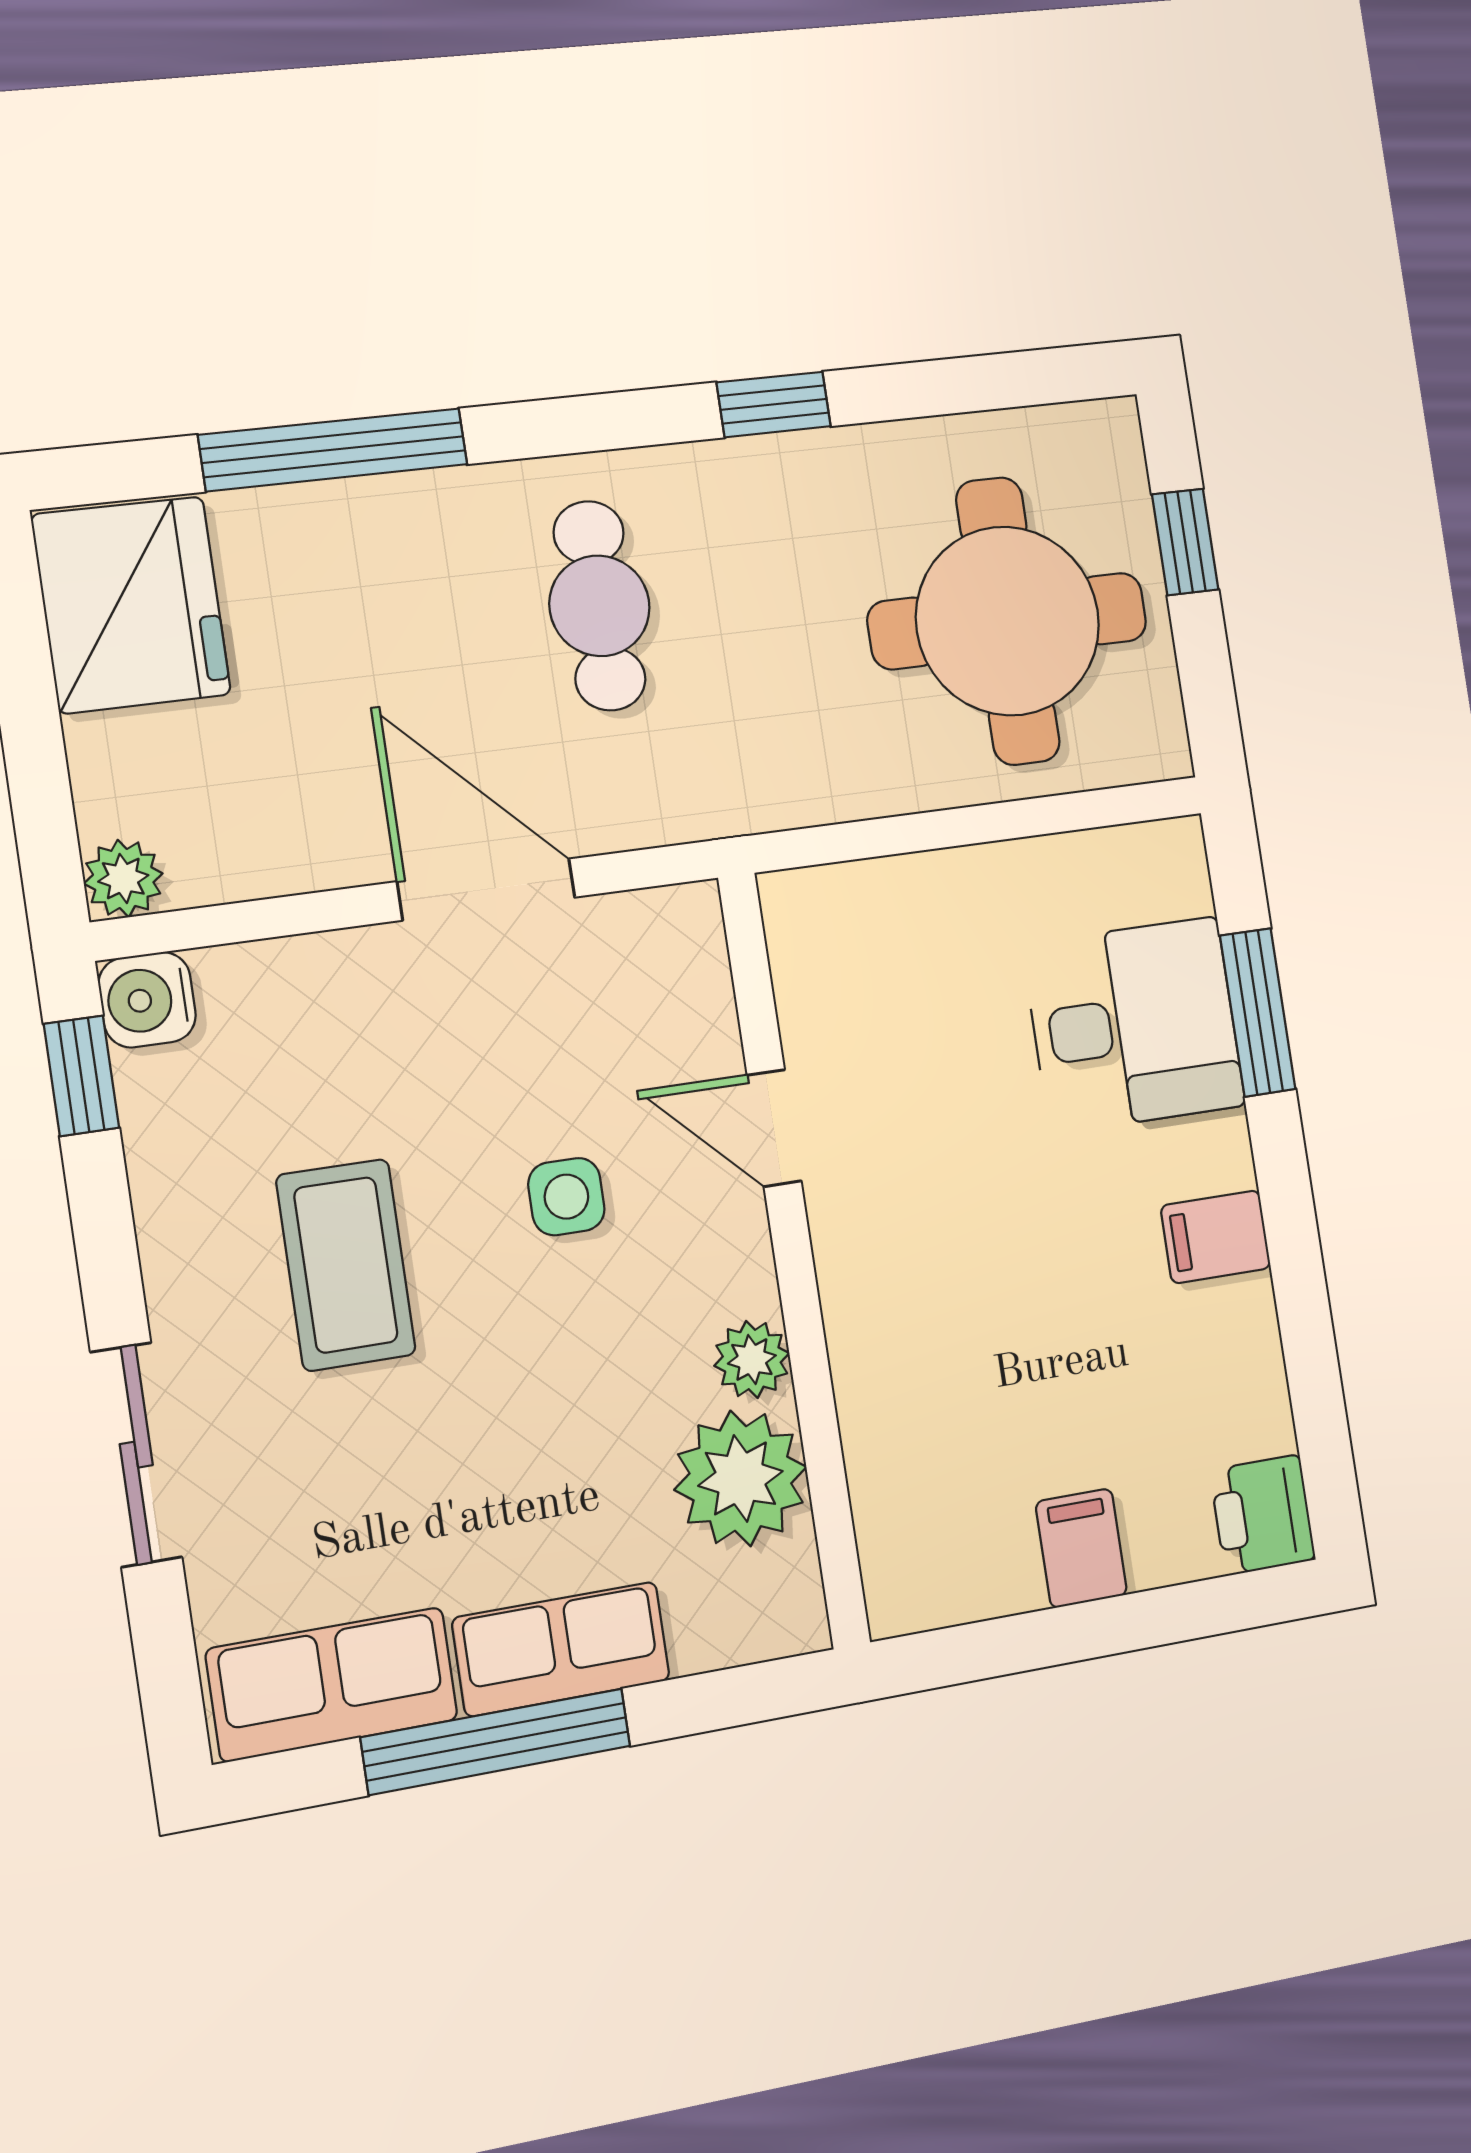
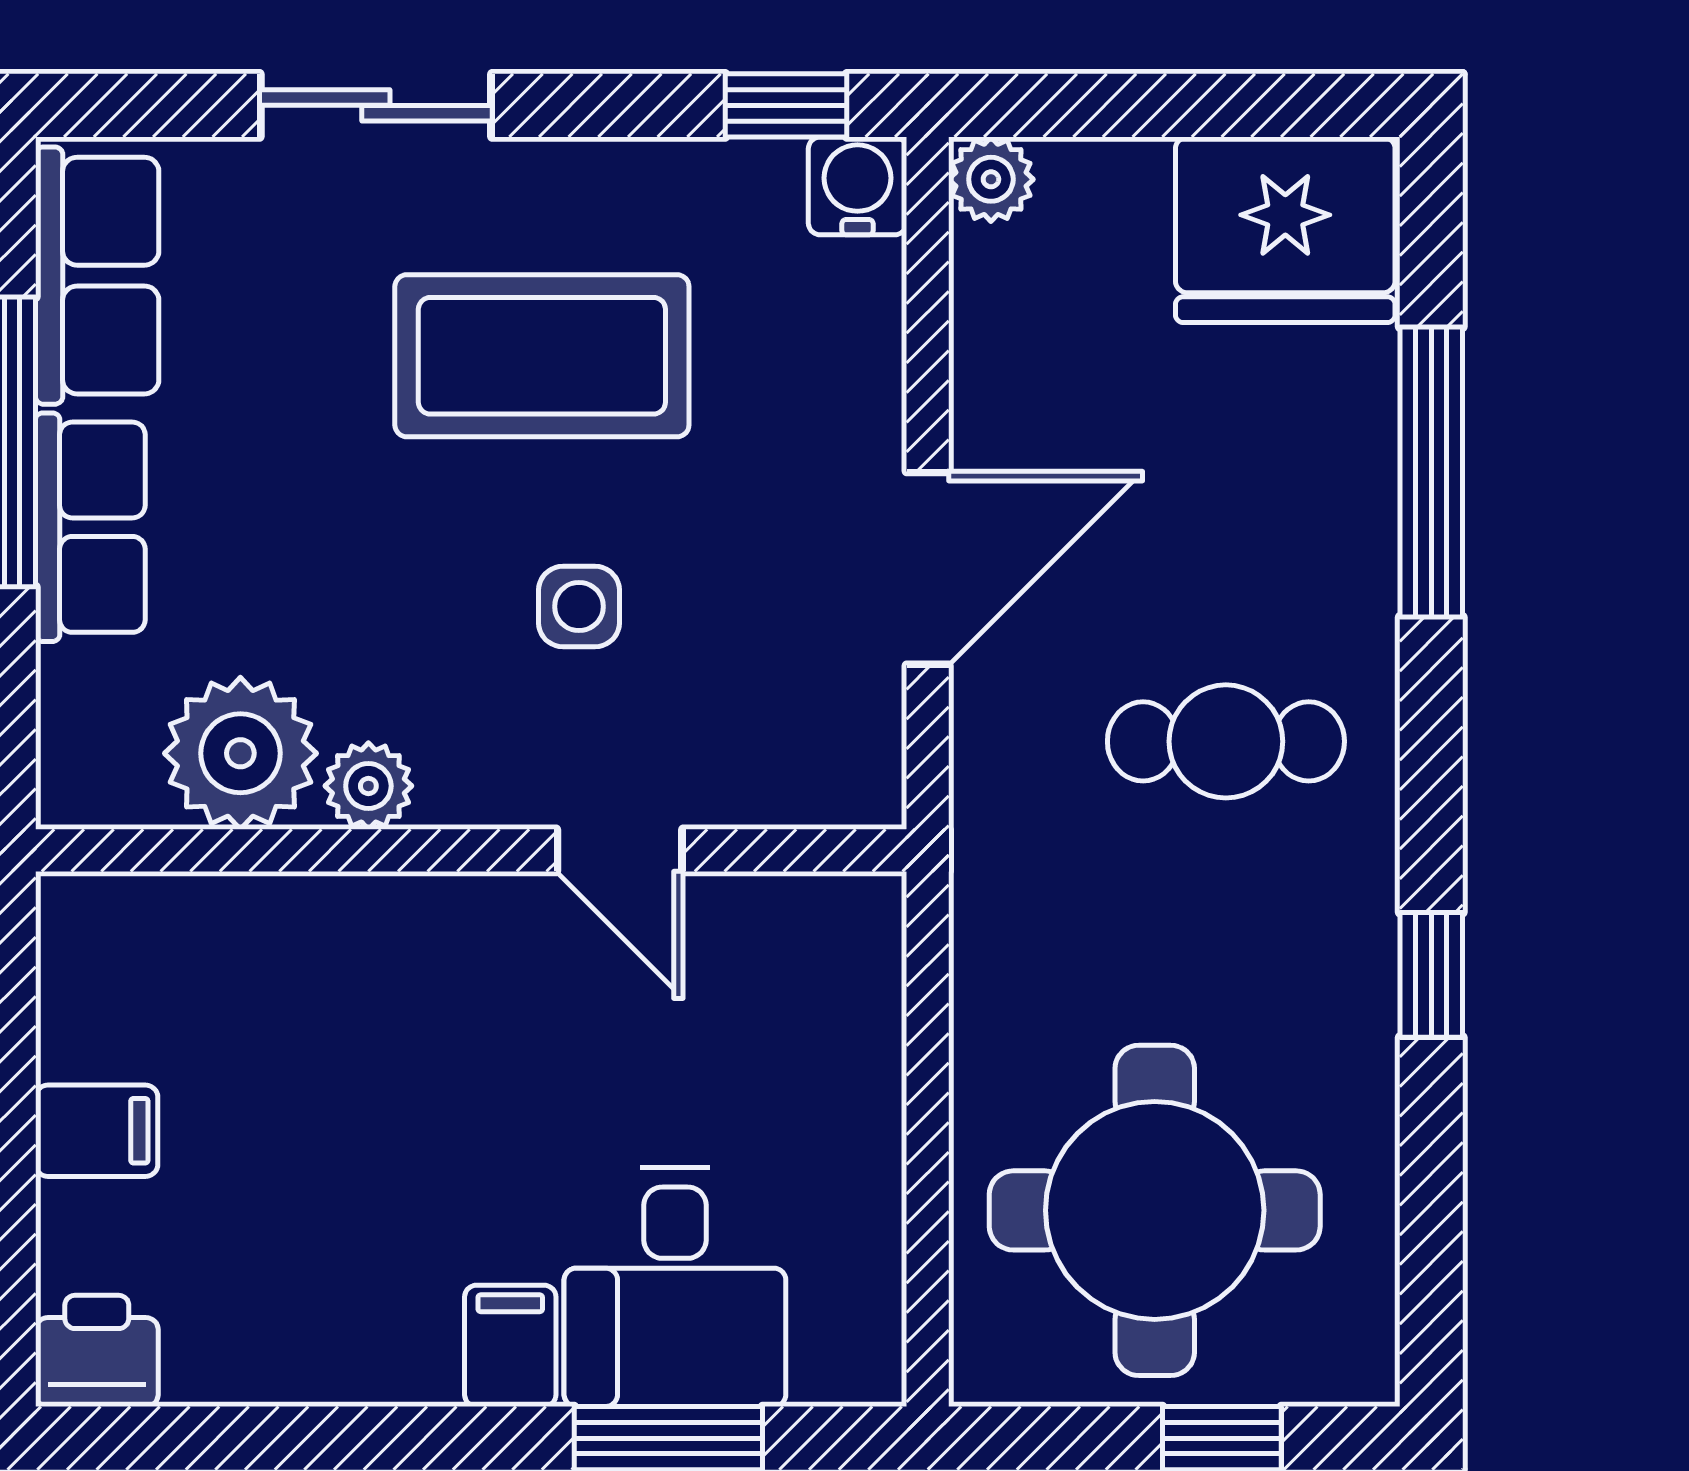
door: (774, 1128) -> (620, 850), swing flipped
filing cabinet: (1216, 1237) -> (510, 1346), moved
coffee table: (346, 1265) -> (542, 356), width x1.36, depth x1.32

